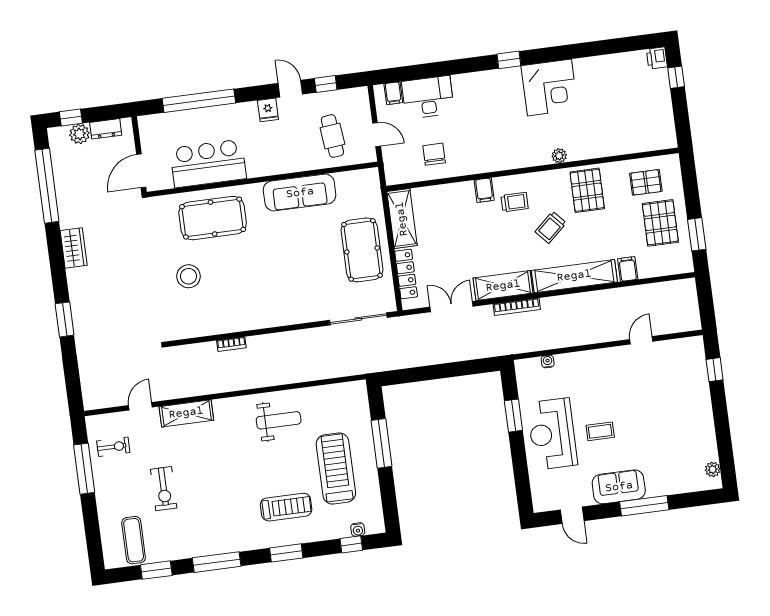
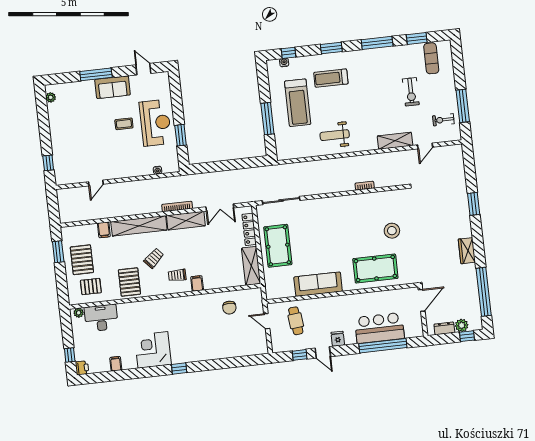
filing cabinet: (393, 93) -> (116, 364), moved
desk: (428, 97) -> (101, 318), moved, turned 180
plant: (559, 156) -> (79, 313), moved
bar counter: (208, 163) -> (379, 328), moved, turned 180
exercise bike: (164, 489) -> (411, 92), turned 180

